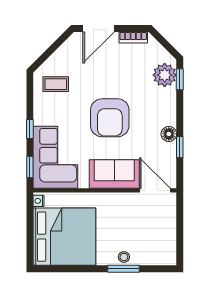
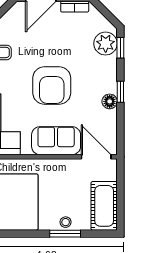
window: (180, 147) -> (120, 92), moved
cot: (163, 240) -> (104, 206), added

